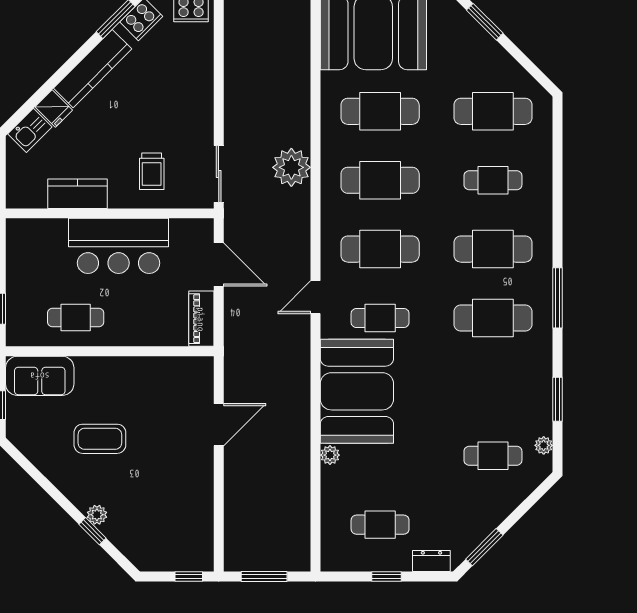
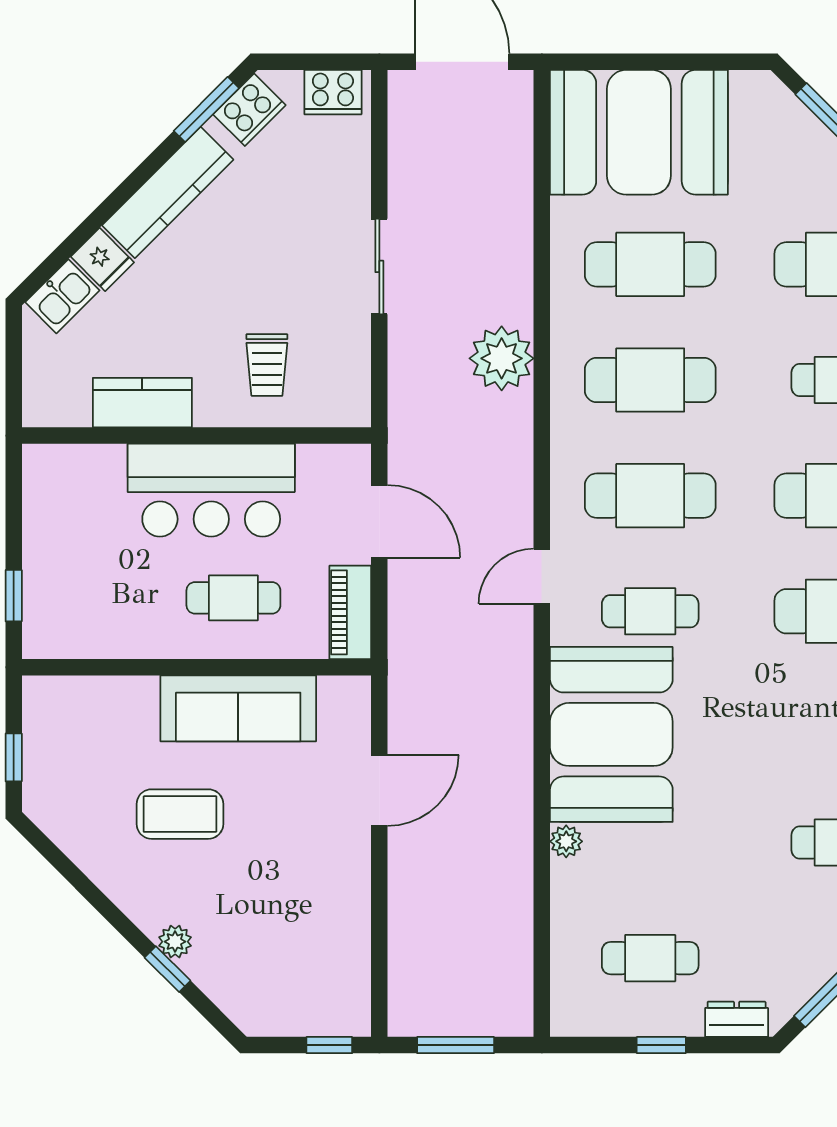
sliding door: (219, 174) -> (379, 266), moved
cafe table: (76, 317) -> (233, 598), moved
sofa: (40, 376) -> (238, 708), moved, width x1.36

